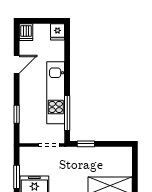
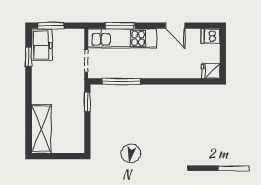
kitchen unit: (56, 93) -> (122, 38), moved, turned 180
window: (17, 114) -> (120, 26), width x1.50

